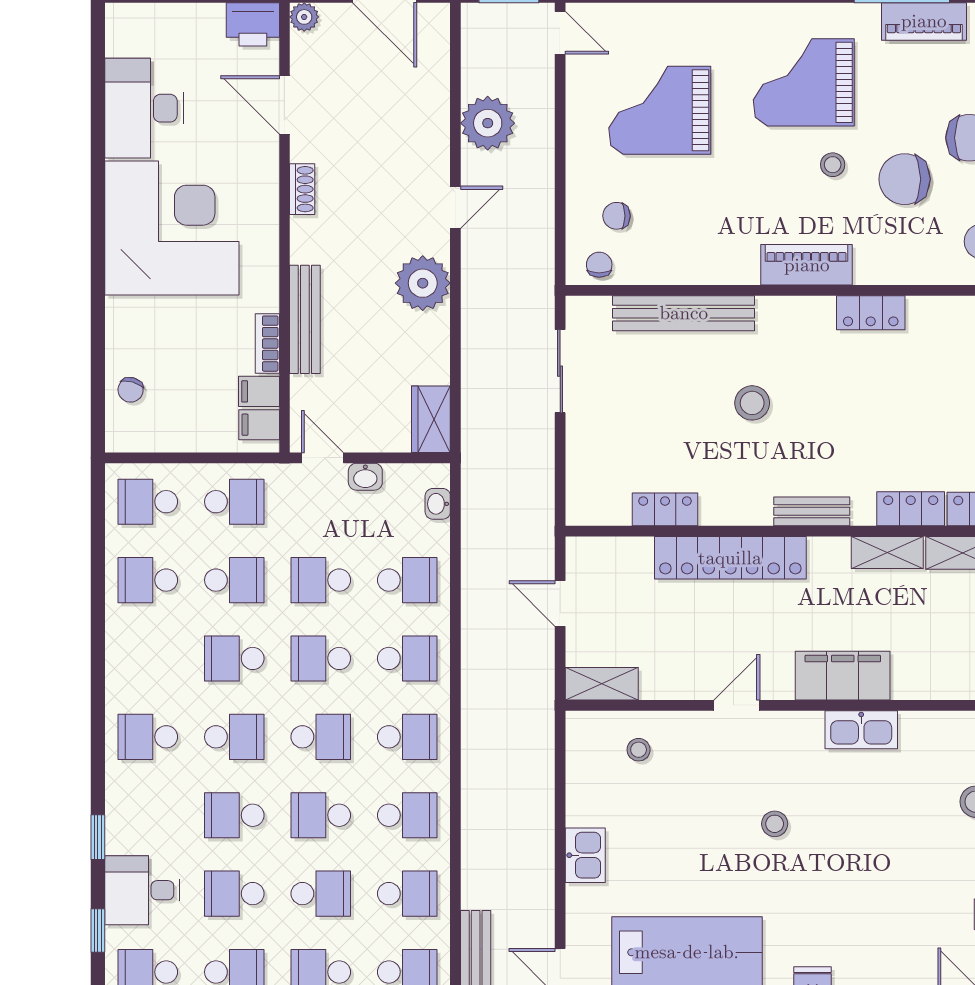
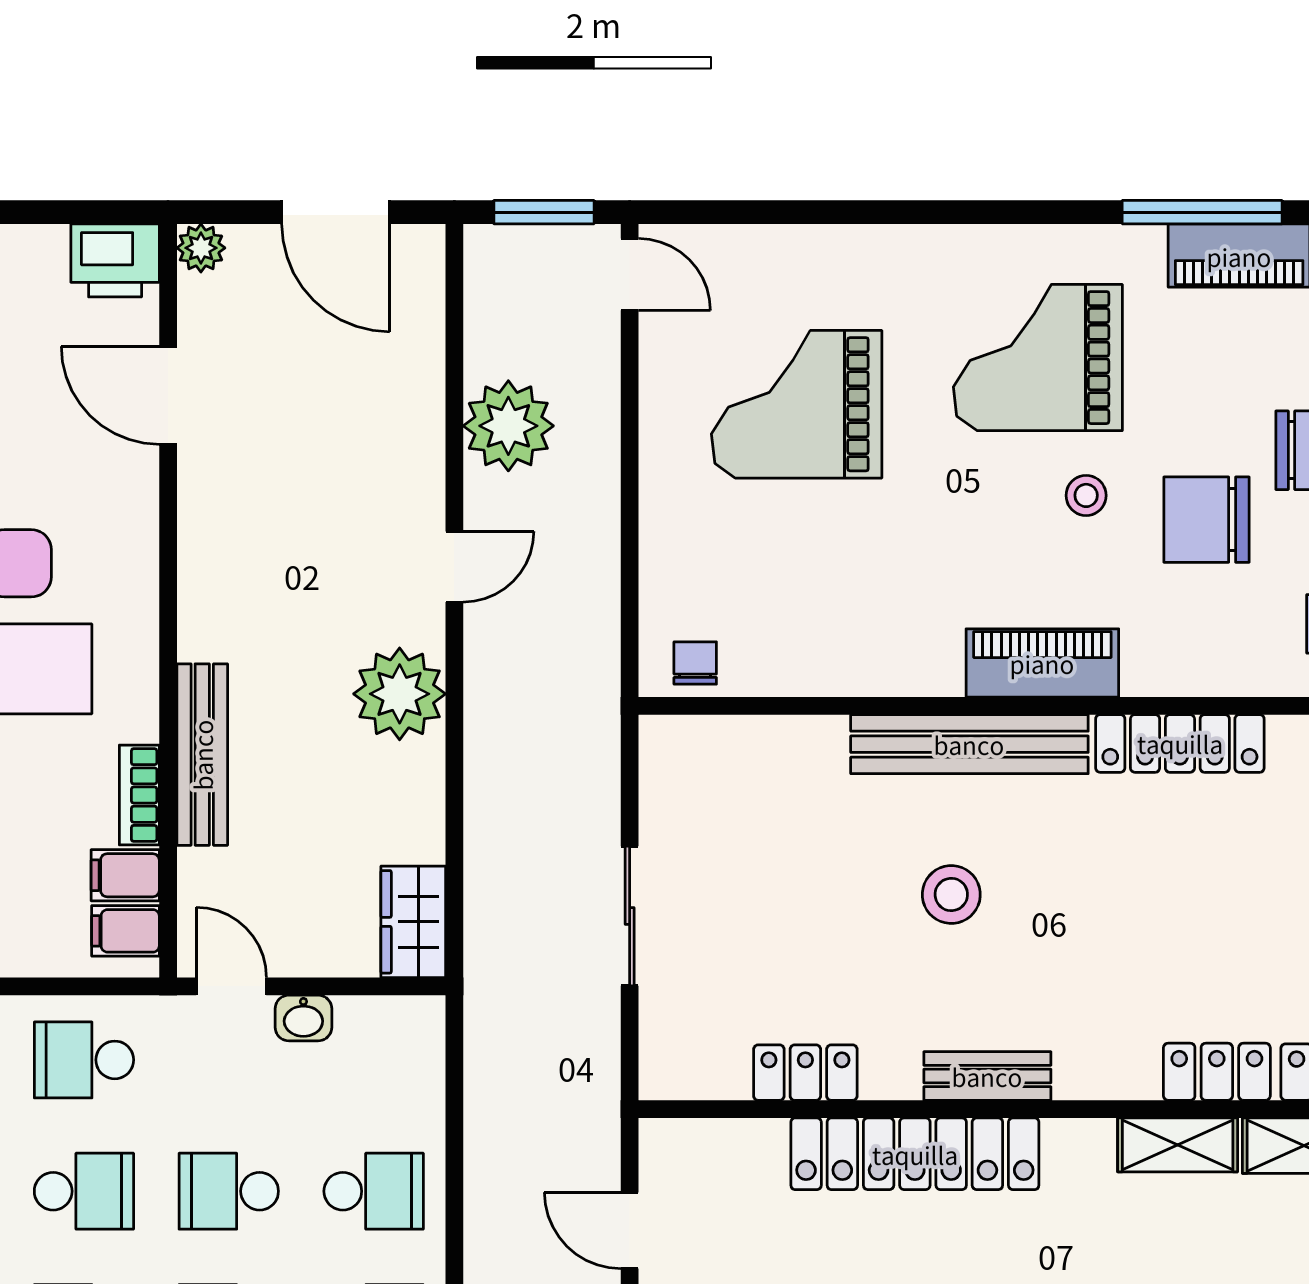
shoe rack: (302, 189) -> (198, 536), removed
chair: (617, 216) -> (724, 581), removed
bench: (684, 313) -> (969, 744), moved
locker: (871, 313) -> (1180, 743), width x1.53
sliding door: (560, 371) -> (630, 916), moved
school desk: (234, 502) -> (84, 1060), turned 180
washbasin: (438, 504) -> (425, 1063), removed
bench: (812, 511) -> (987, 1076), moved

